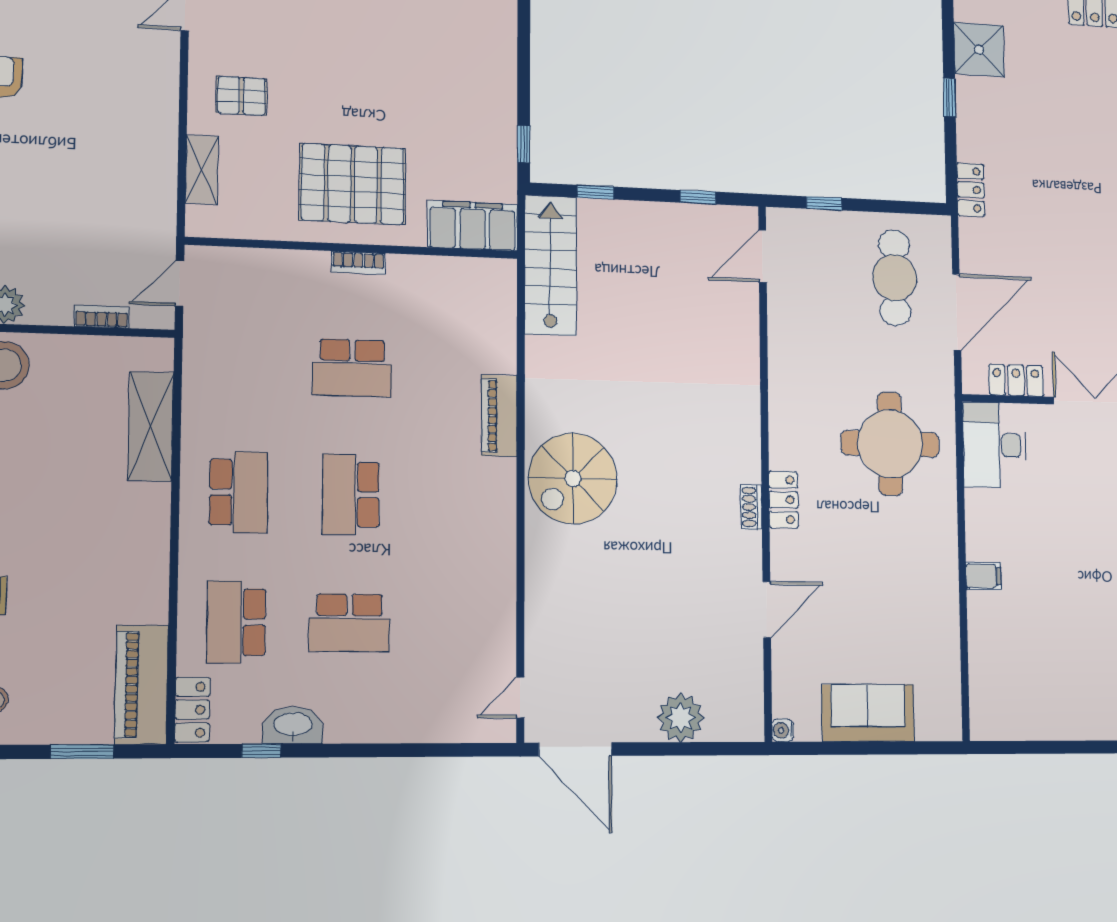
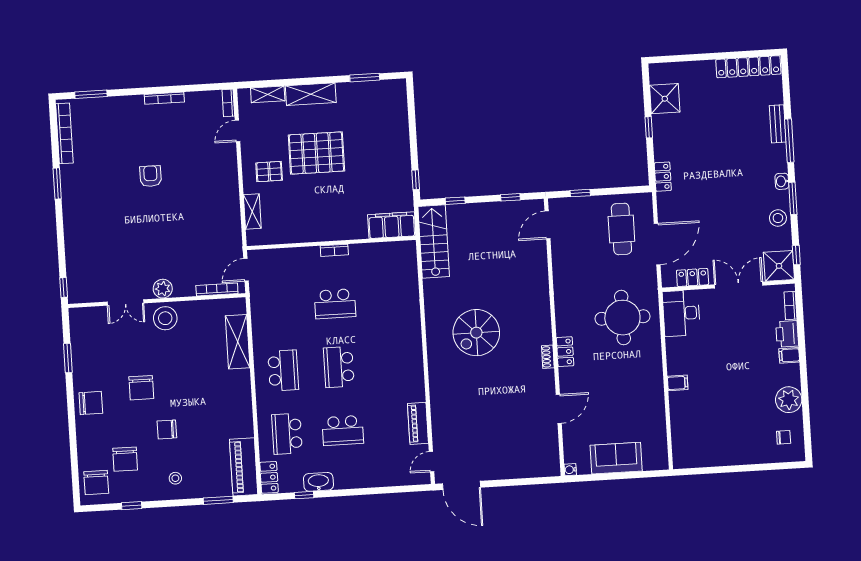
pallet: (353, 184) -> (316, 153), moved
bookcase: (102, 317) -> (217, 290), width x1.56
piano: (499, 416) -> (418, 423), moved
spiral stairs: (573, 478) -> (476, 333), moved
plant: (681, 718) -> (516, 466), removed

